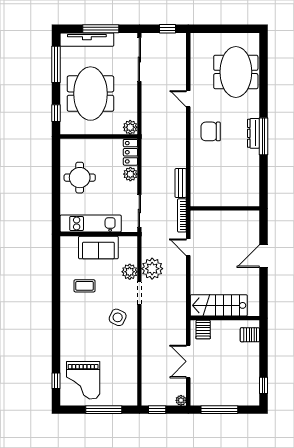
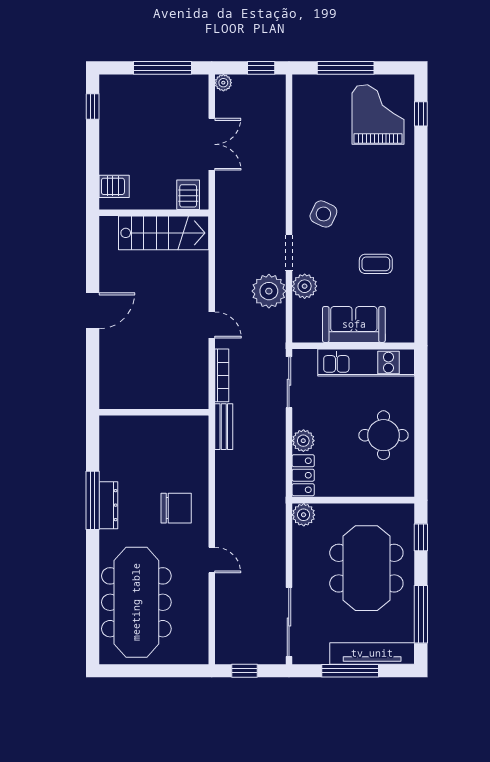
meeting table: (236, 72) -> (136, 602), width x1.36
wall: (225, 208) -> (154, 412), moved

